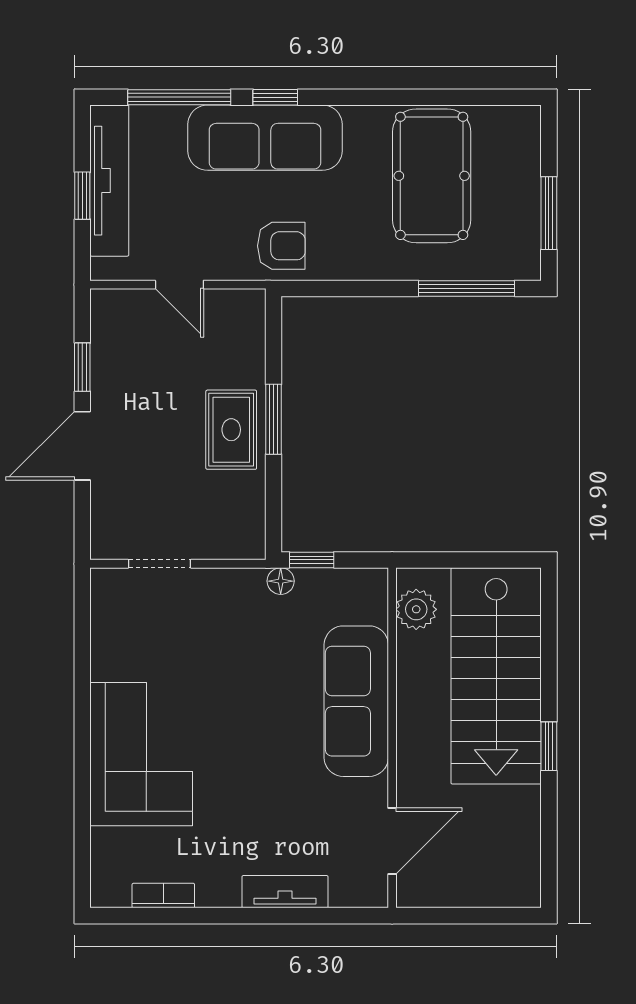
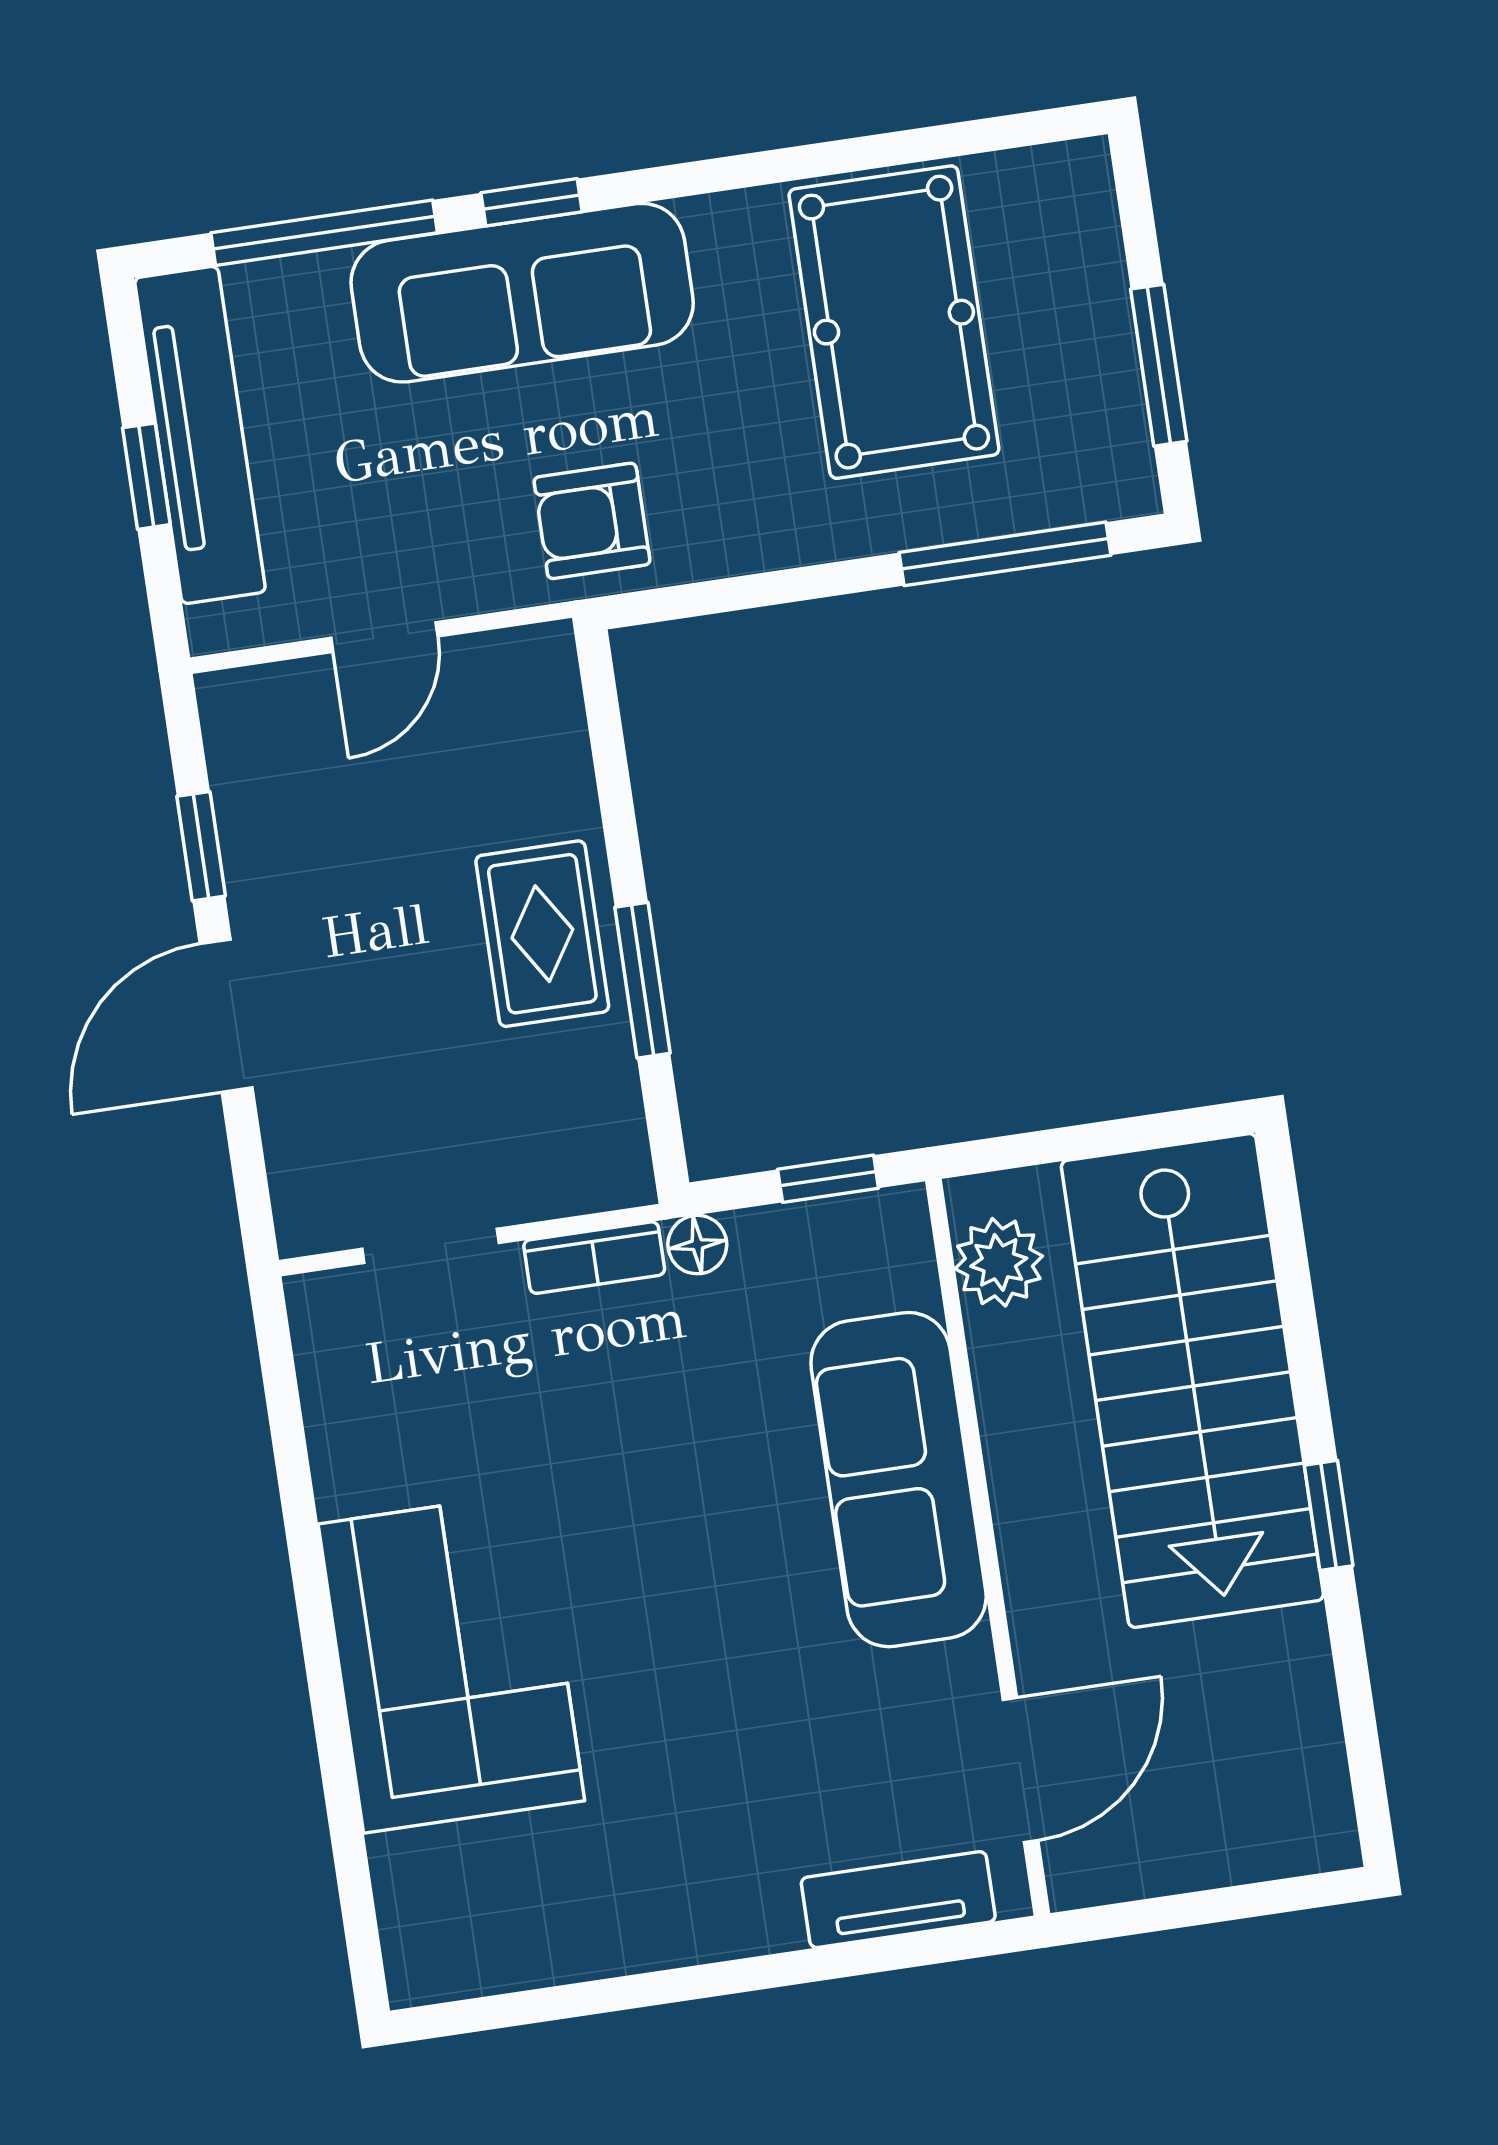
armchair: (281, 246) -> (592, 521), turned 180
door: (179, 285) -> (384, 637), hinge flipped
window: (274, 419) -> (642, 980), moved
window: (312, 560) -> (828, 1179), moved
tv unit: (285, 892) -> (898, 1900), moved
bookcase: (163, 896) -> (594, 1258), moved, turned 180

